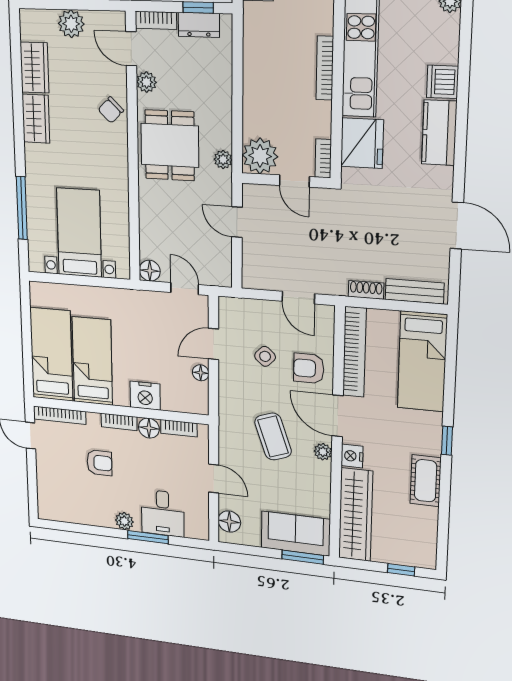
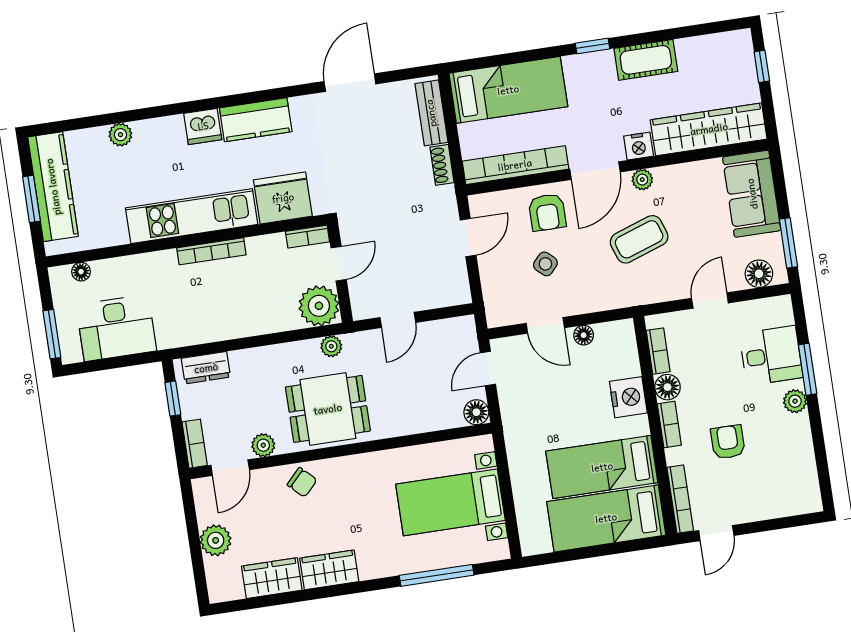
dresser: (199, 25) -> (206, 368), moved, turned 90
window: (303, 557) -> (788, 243), moved

